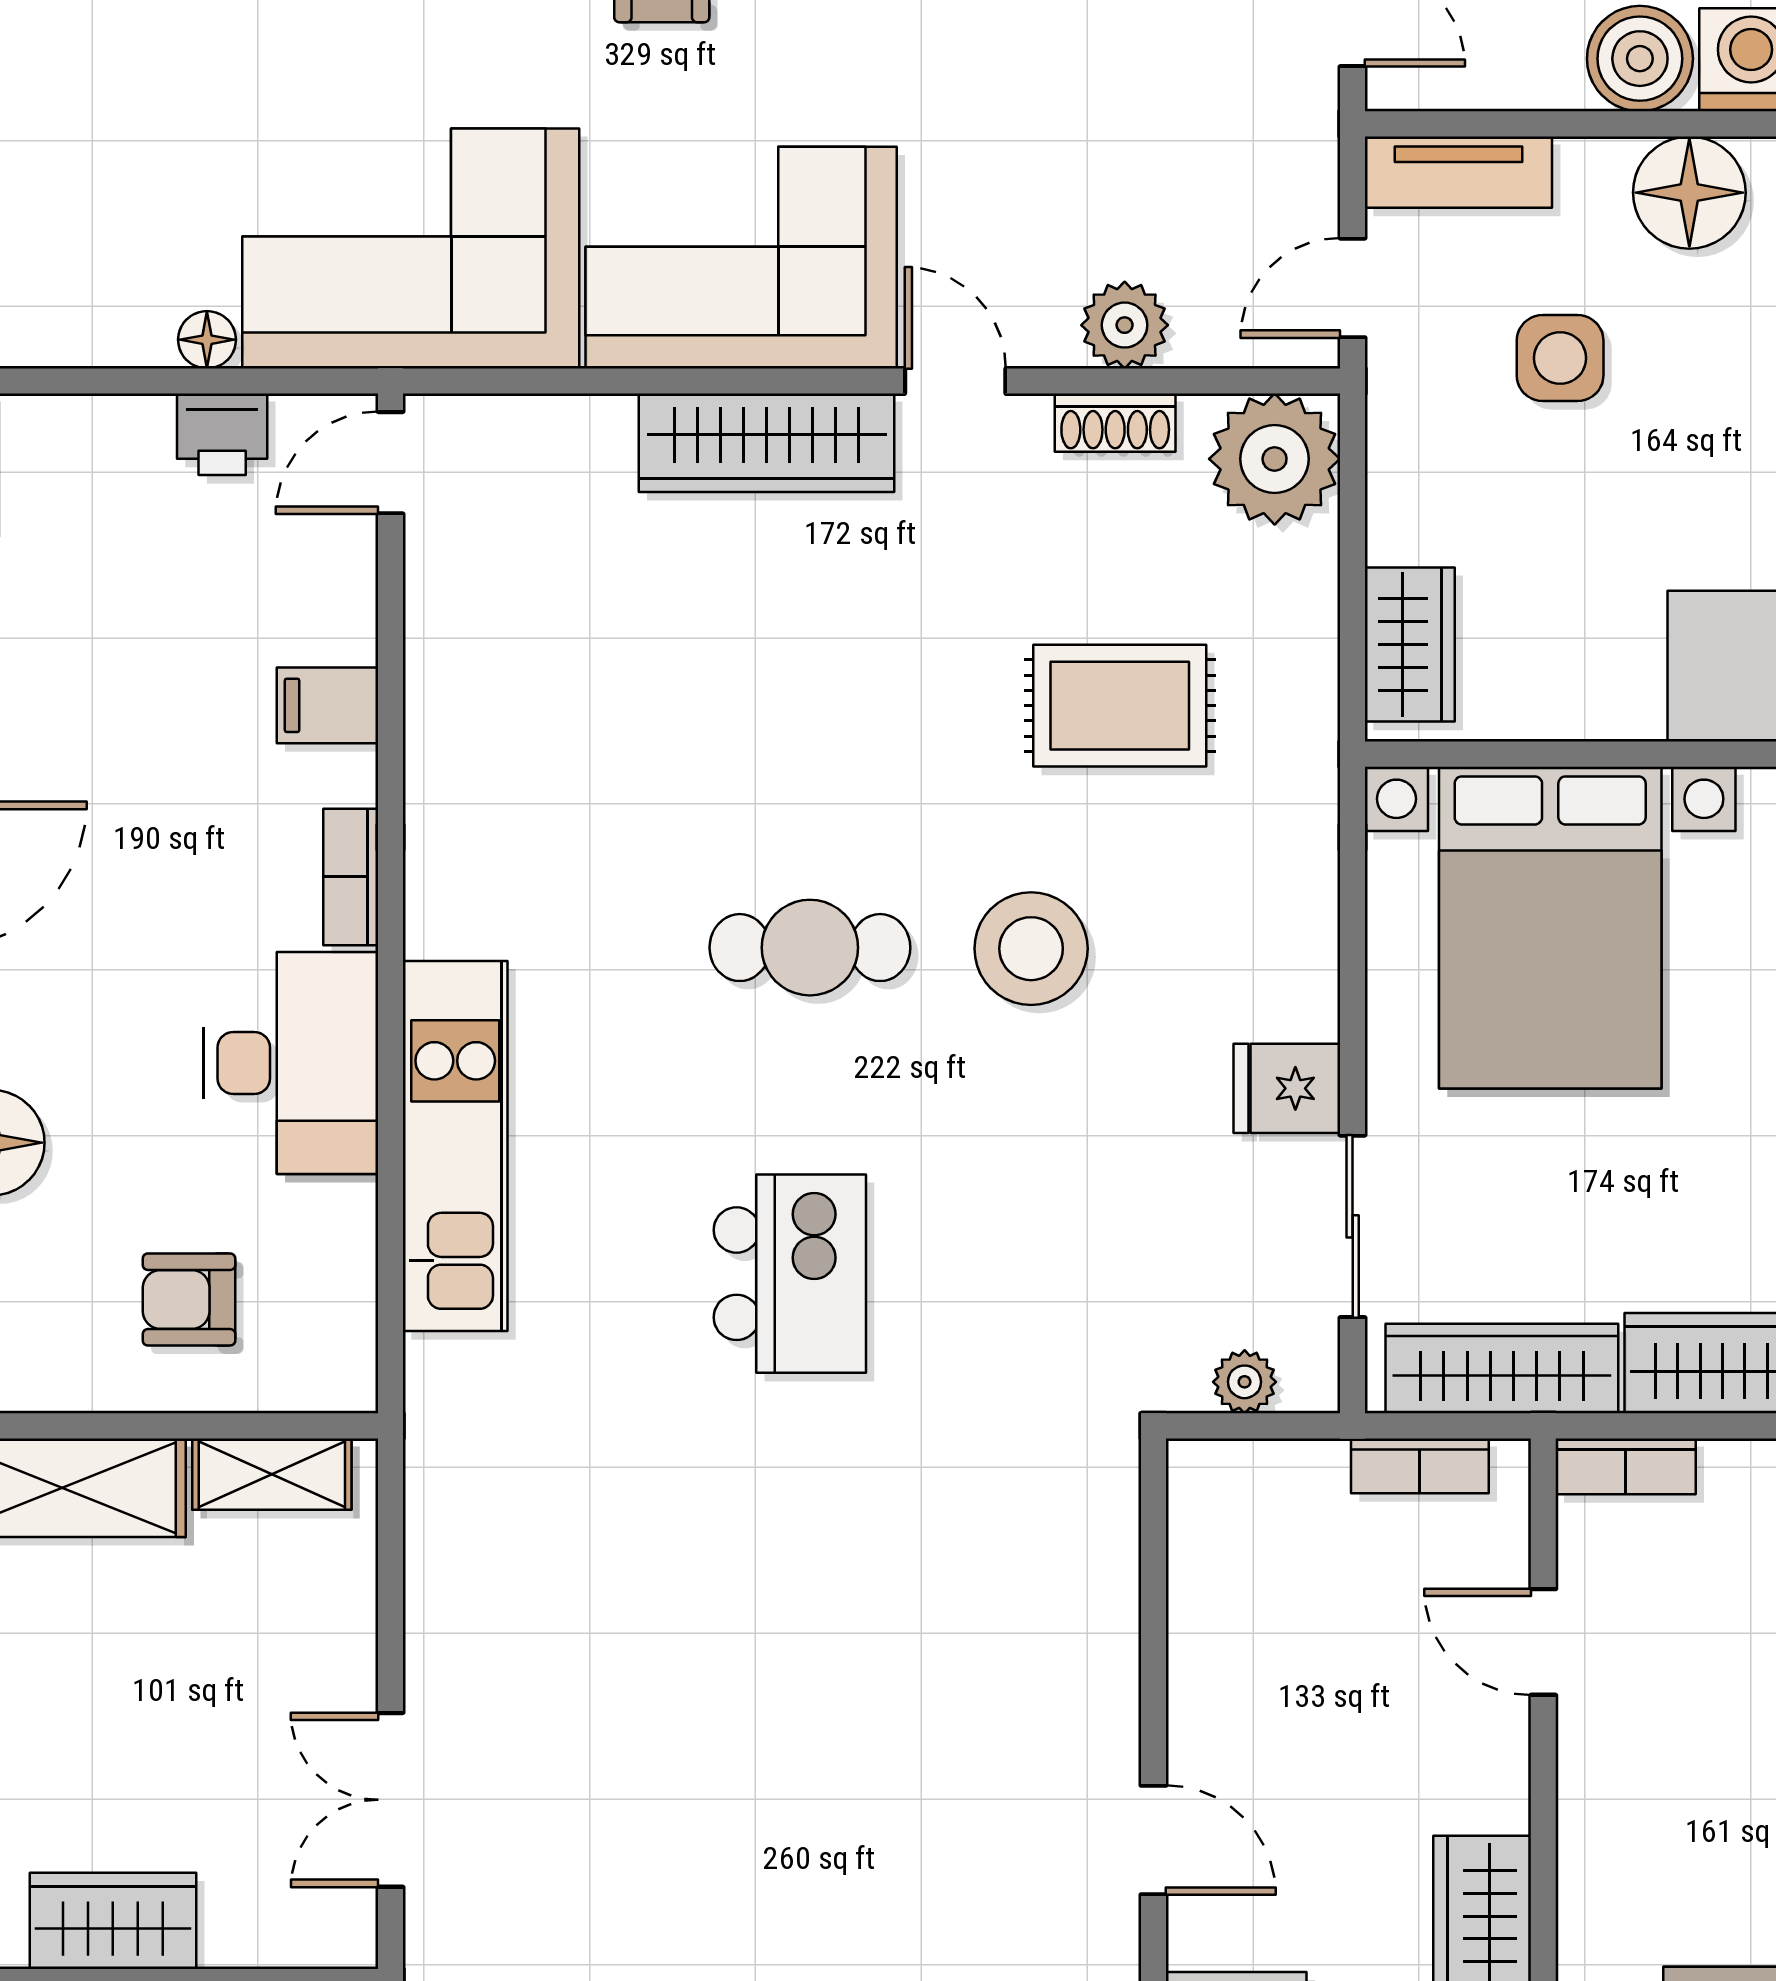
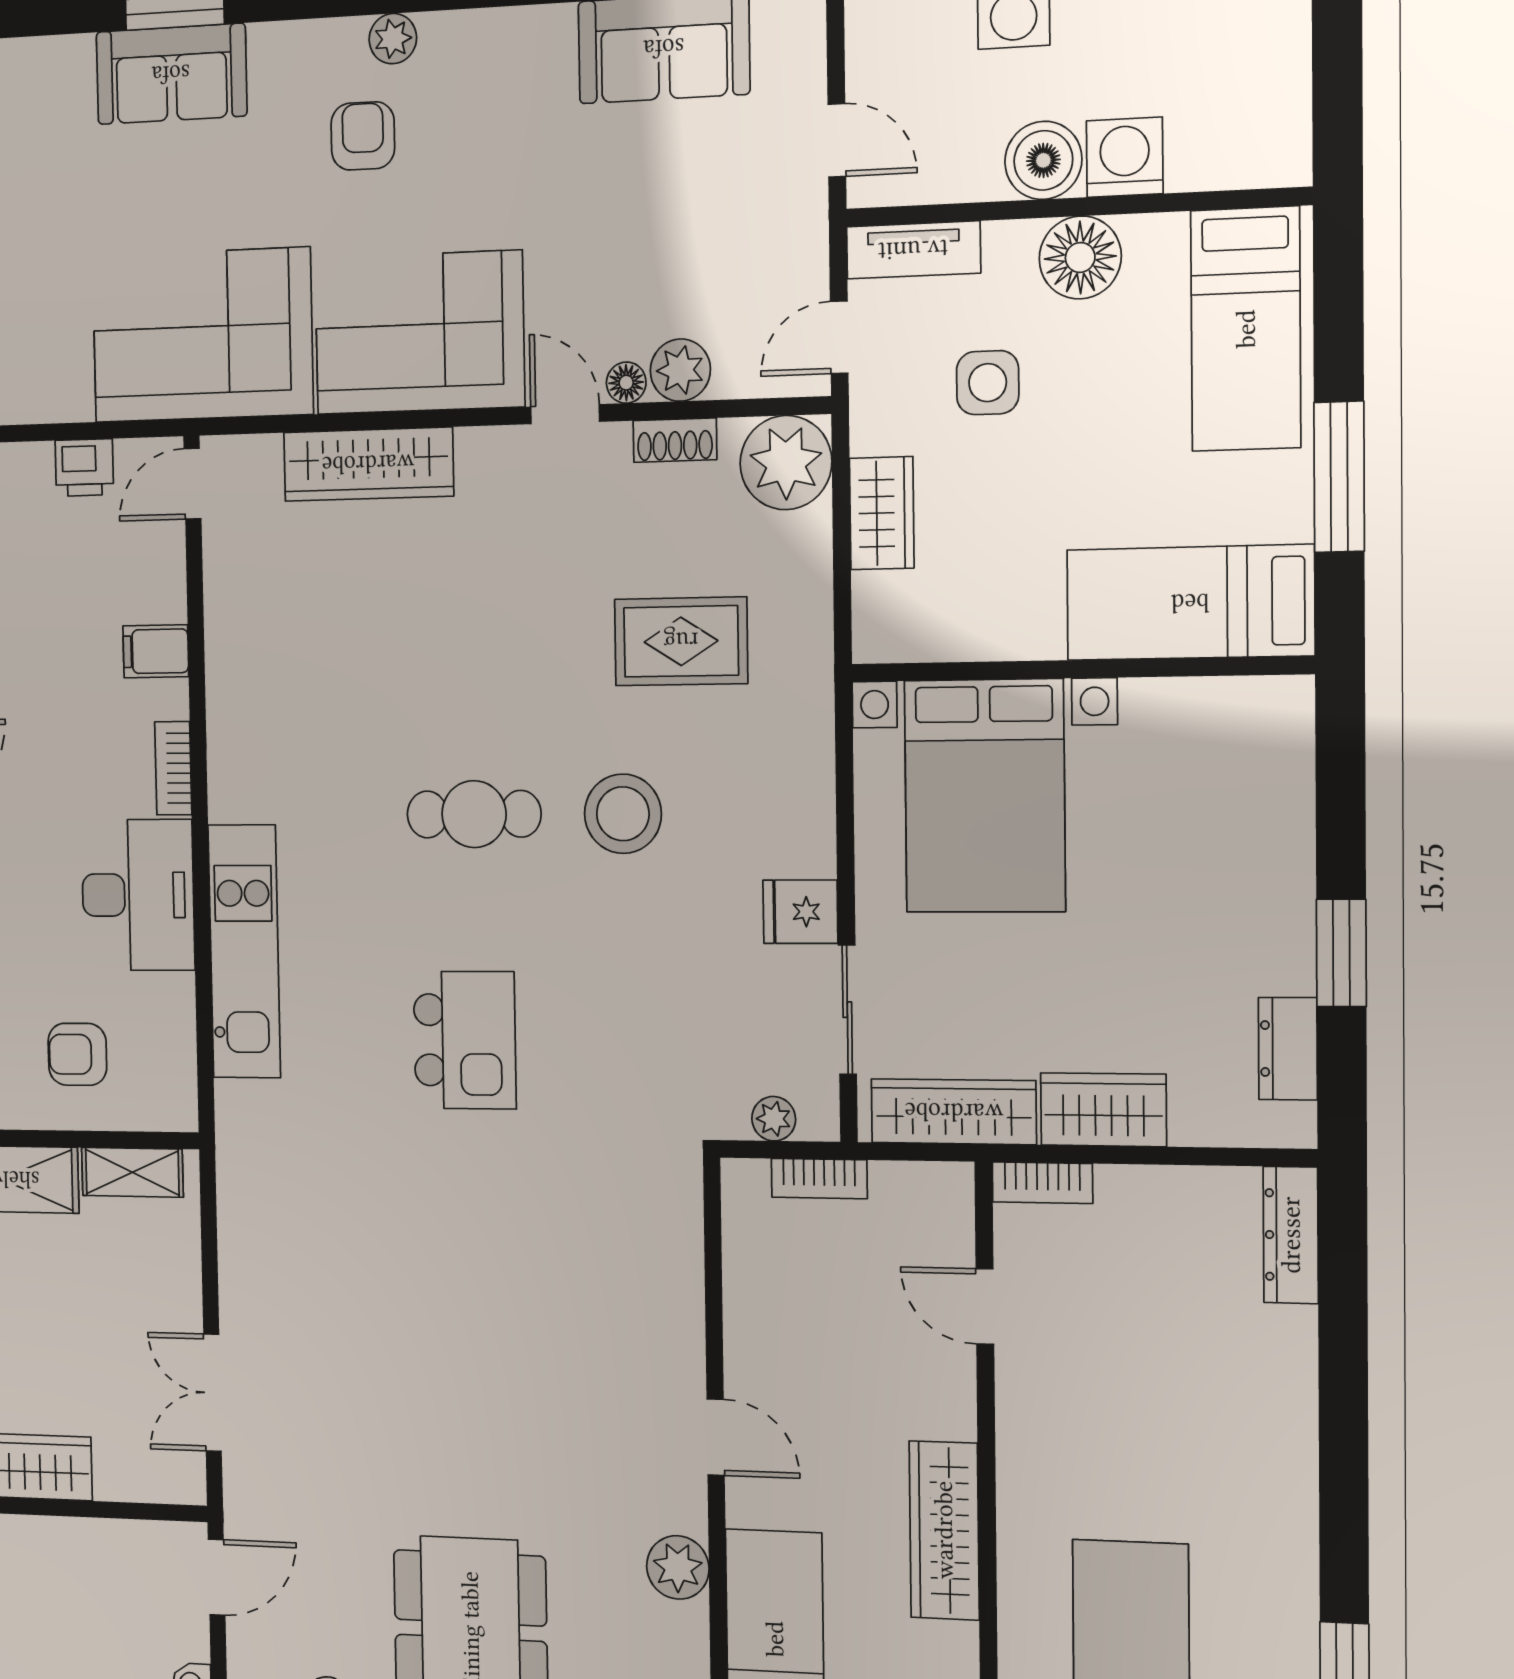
floor lamp: (207, 340) -> (626, 383), moved
wardrobe: (767, 443) -> (368, 464), moved
wardrobe: (1410, 645) -> (882, 513), moved
bookcase: (1420, 1466) -> (819, 1179), moved

